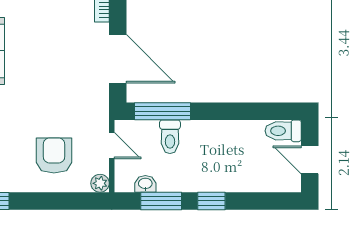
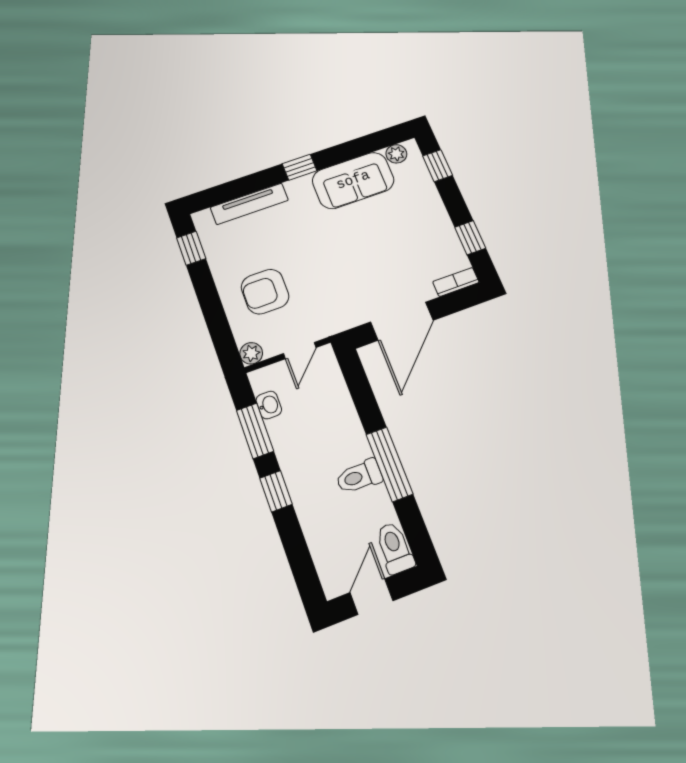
window: (162, 111) -> (389, 464), moved
toilet: (170, 137) -> (359, 476), moved
armchair: (54, 155) -> (265, 292), turned 180

